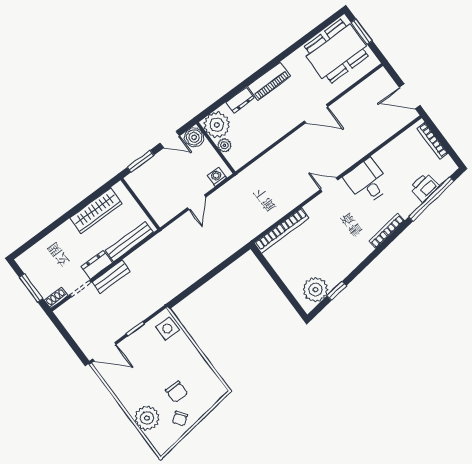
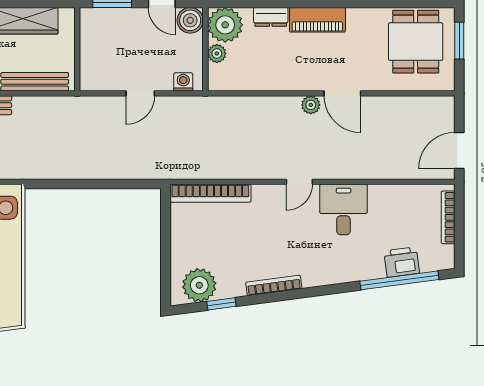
dining table: (336, 51) -> (416, 42), width x0.73
door: (410, 96) -> (459, 150), hinge flipped
plant: (302, 134) -> (311, 105), added
door: (329, 185) -> (299, 182), swing flipped
bookcase: (387, 231) -> (274, 285), moved

